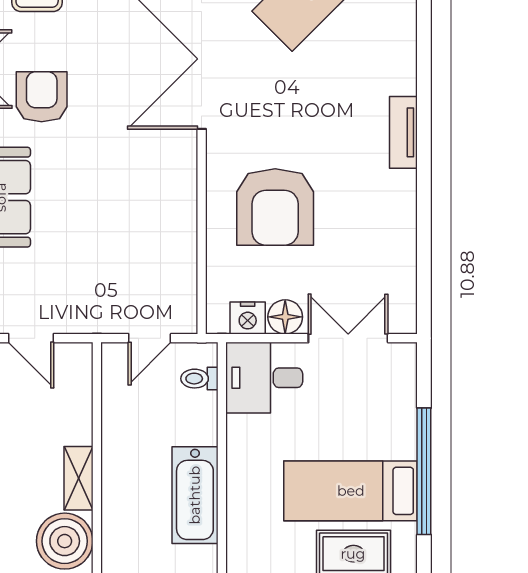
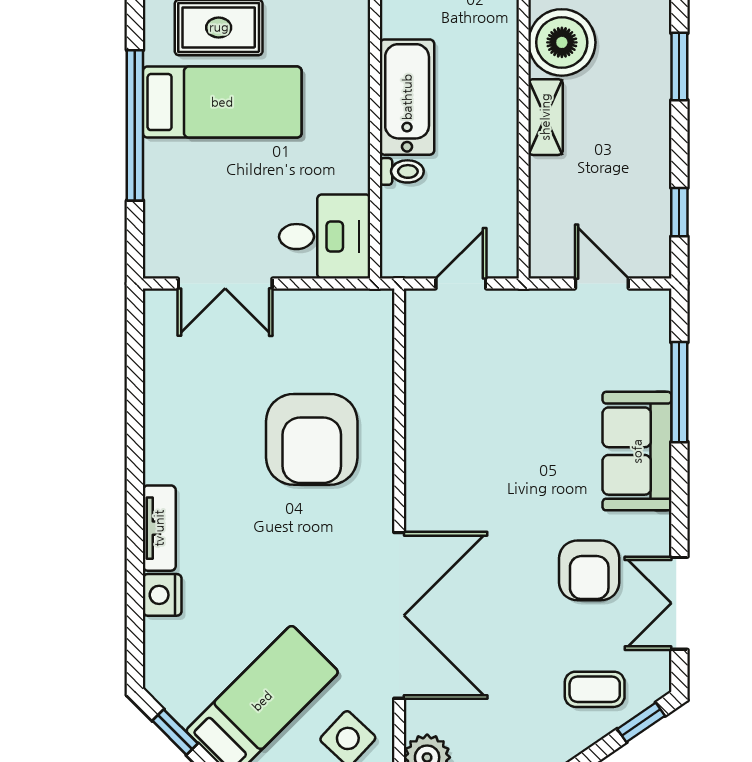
armchair: (275, 207) -> (312, 439), turned 180
floor lamp: (285, 317) -> (300, 309), removed
nightstand: (248, 318) -> (162, 595), moved, turned -90
toilet: (199, 379) -> (402, 171), moved

